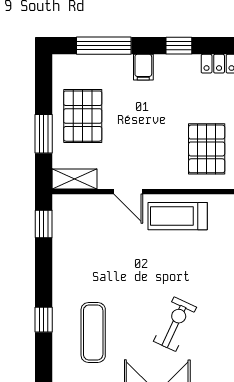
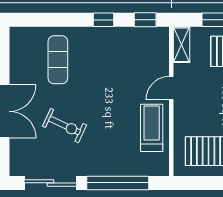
window: (44, 320) -> (103, 20), moved
exercise mat: (93, 332) -> (58, 60), turned 90

